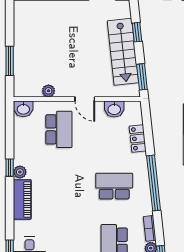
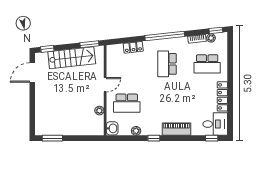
window: (137, 32) -> (47, 49), moved
window: (10, 61) -> (52, 138), moved
washbasin: (114, 109) -> (112, 64), removed
school desk: (59, 129) -> (127, 103), turned 180
plant: (20, 172) -> (136, 131), moved

